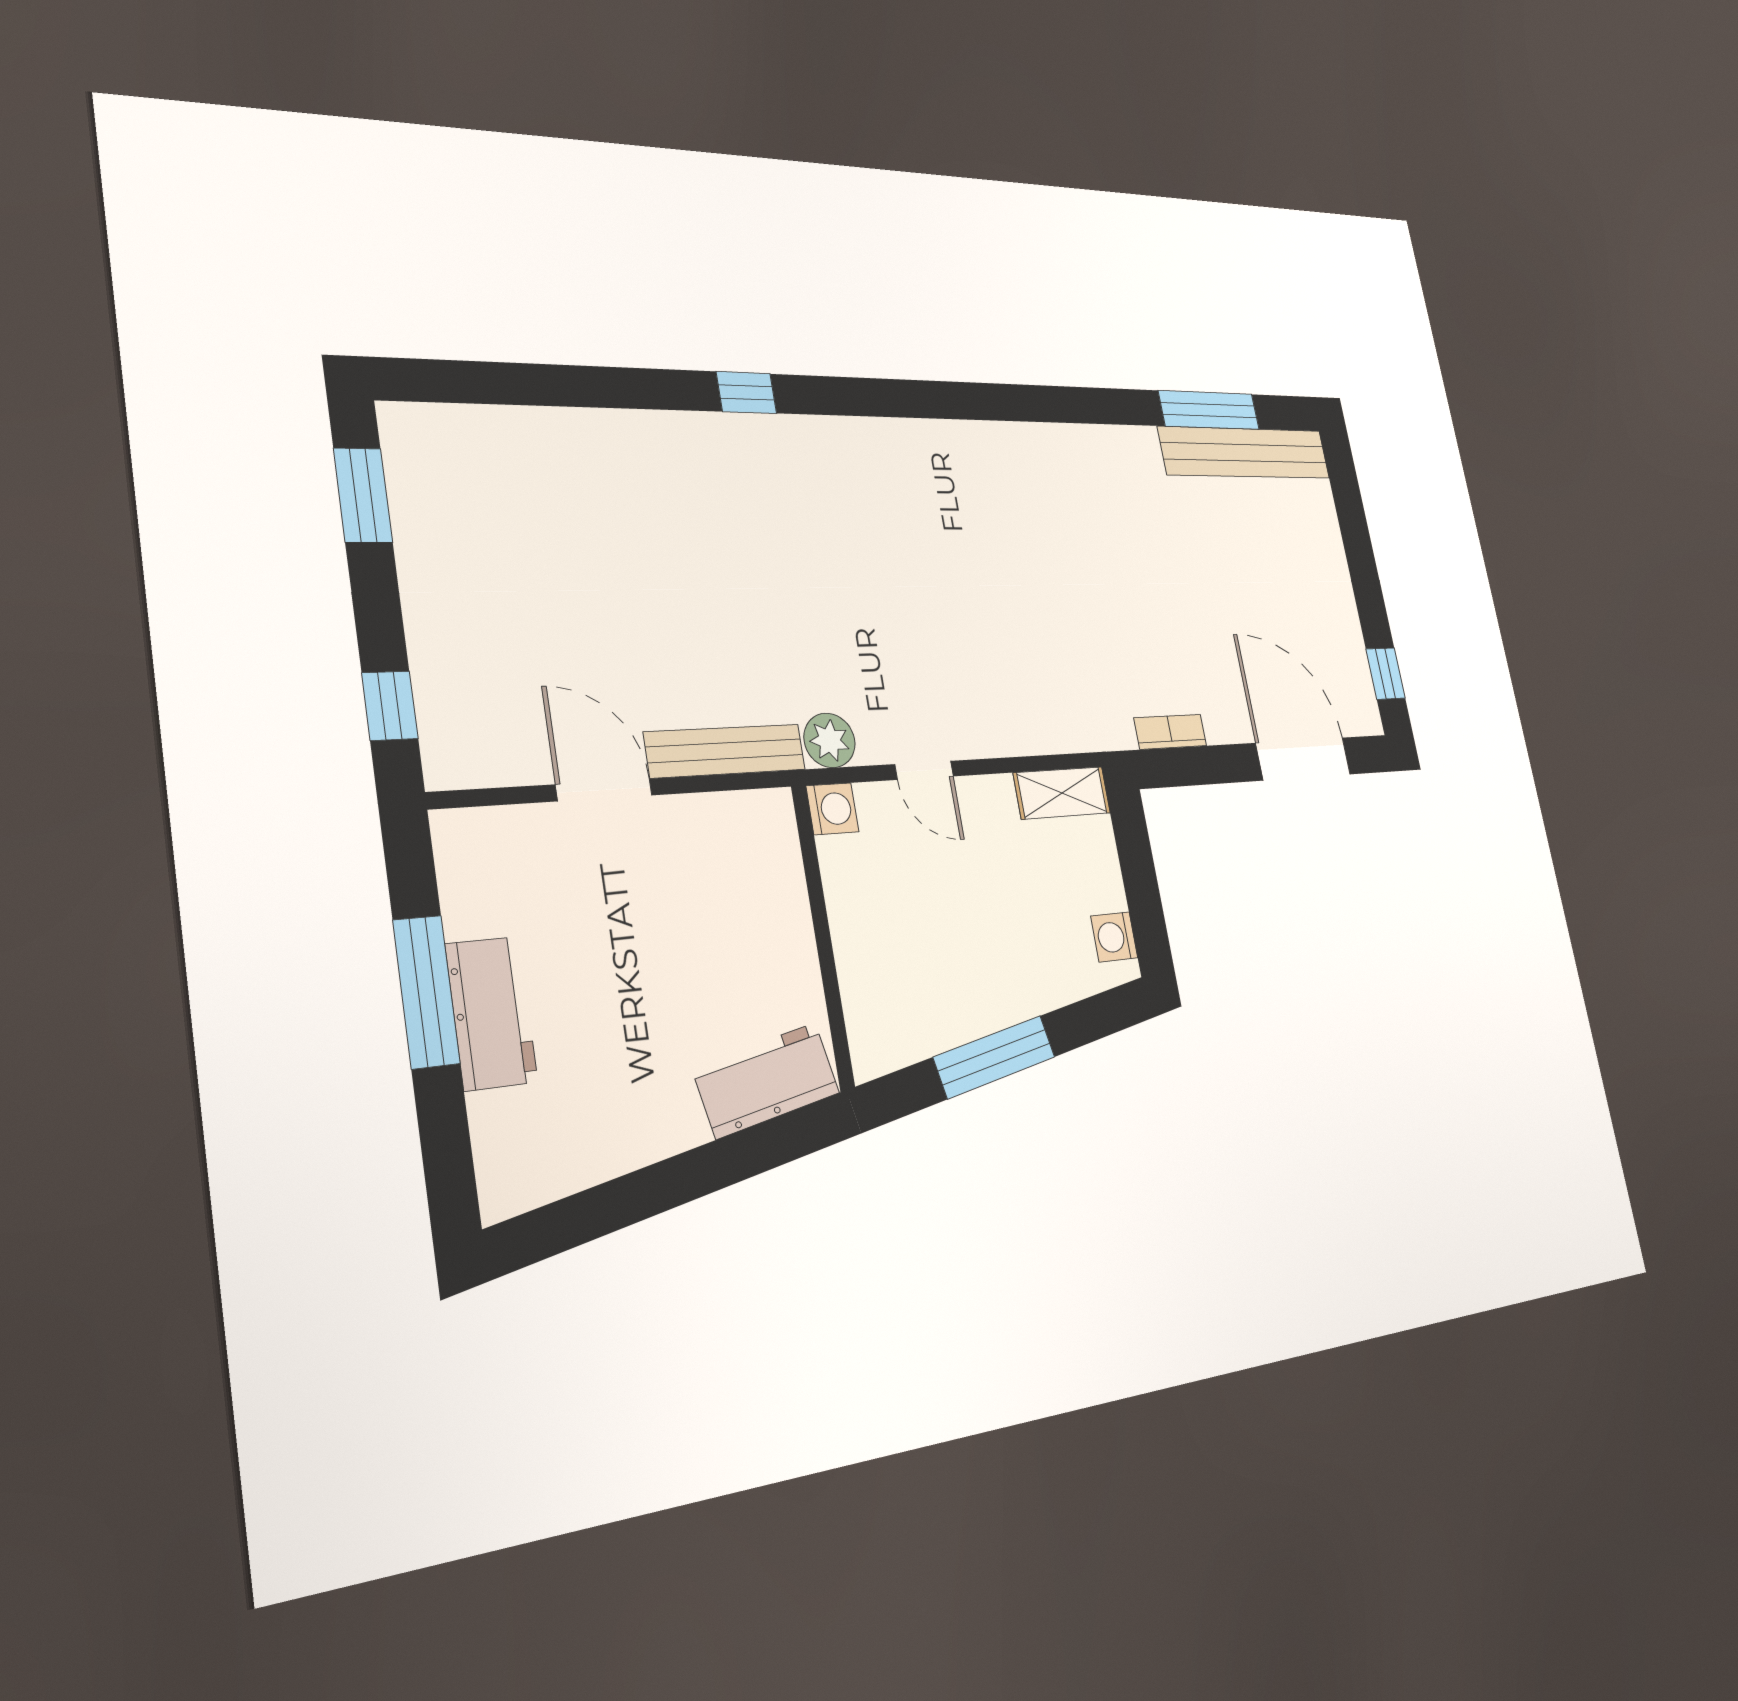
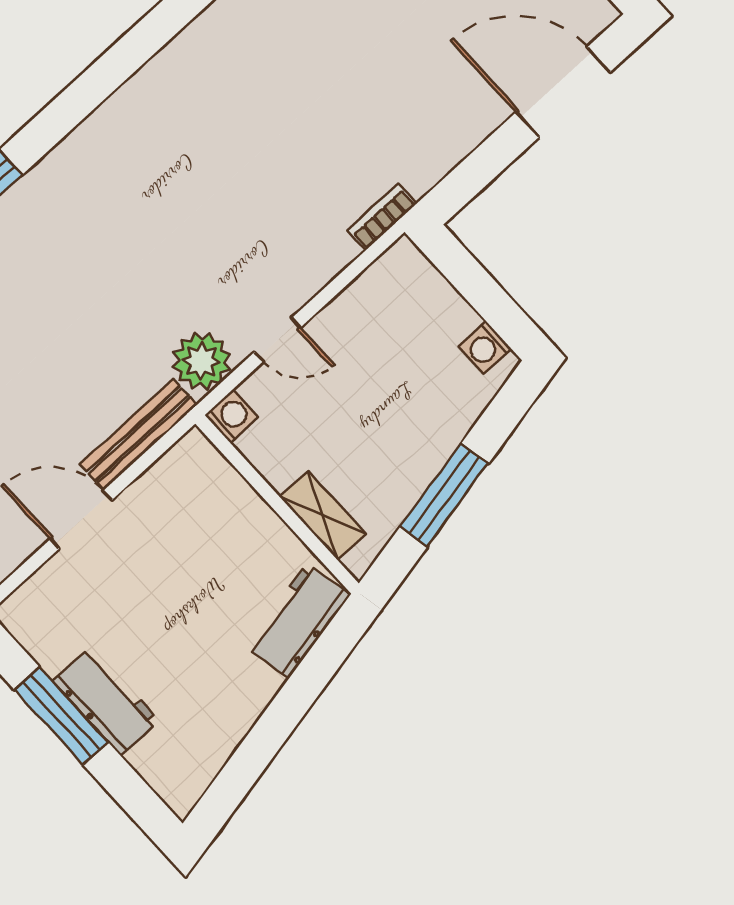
bookcase: (1170, 732) -> (382, 217), moved
plant: (830, 740) -> (201, 361), width x1.36, depth x1.36
shelving: (1062, 793) -> (323, 516), moved, turned 90

